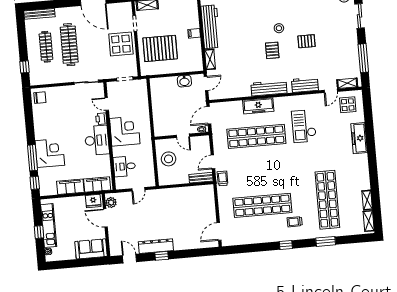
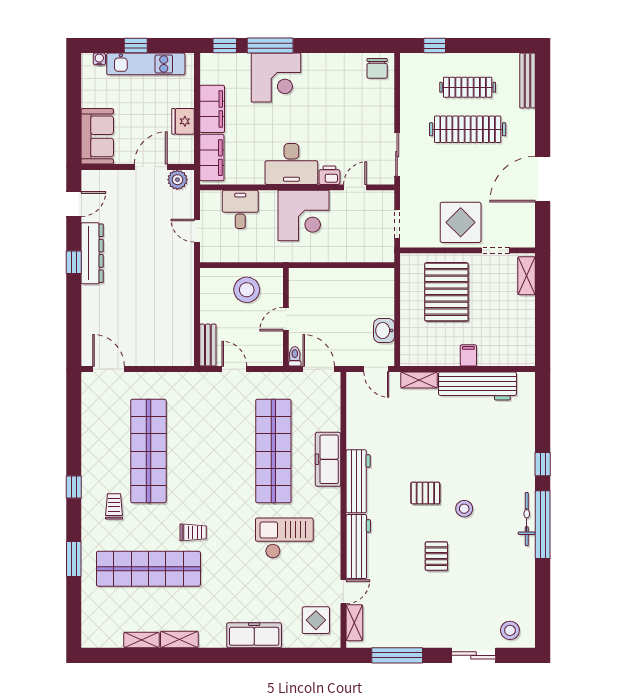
workbench: (305, 85) -> (358, 547), width x1.38
door: (331, 91) -> (343, 592), swing flipped
trolley: (223, 178) -> (193, 532), moved
fridge: (93, 201) -> (183, 121), moved
shelving: (369, 221) -> (179, 640), moved

